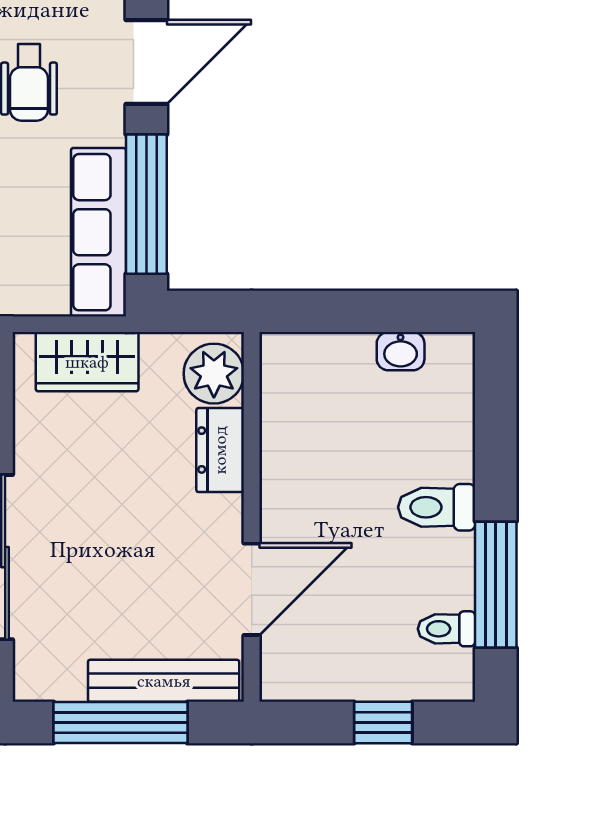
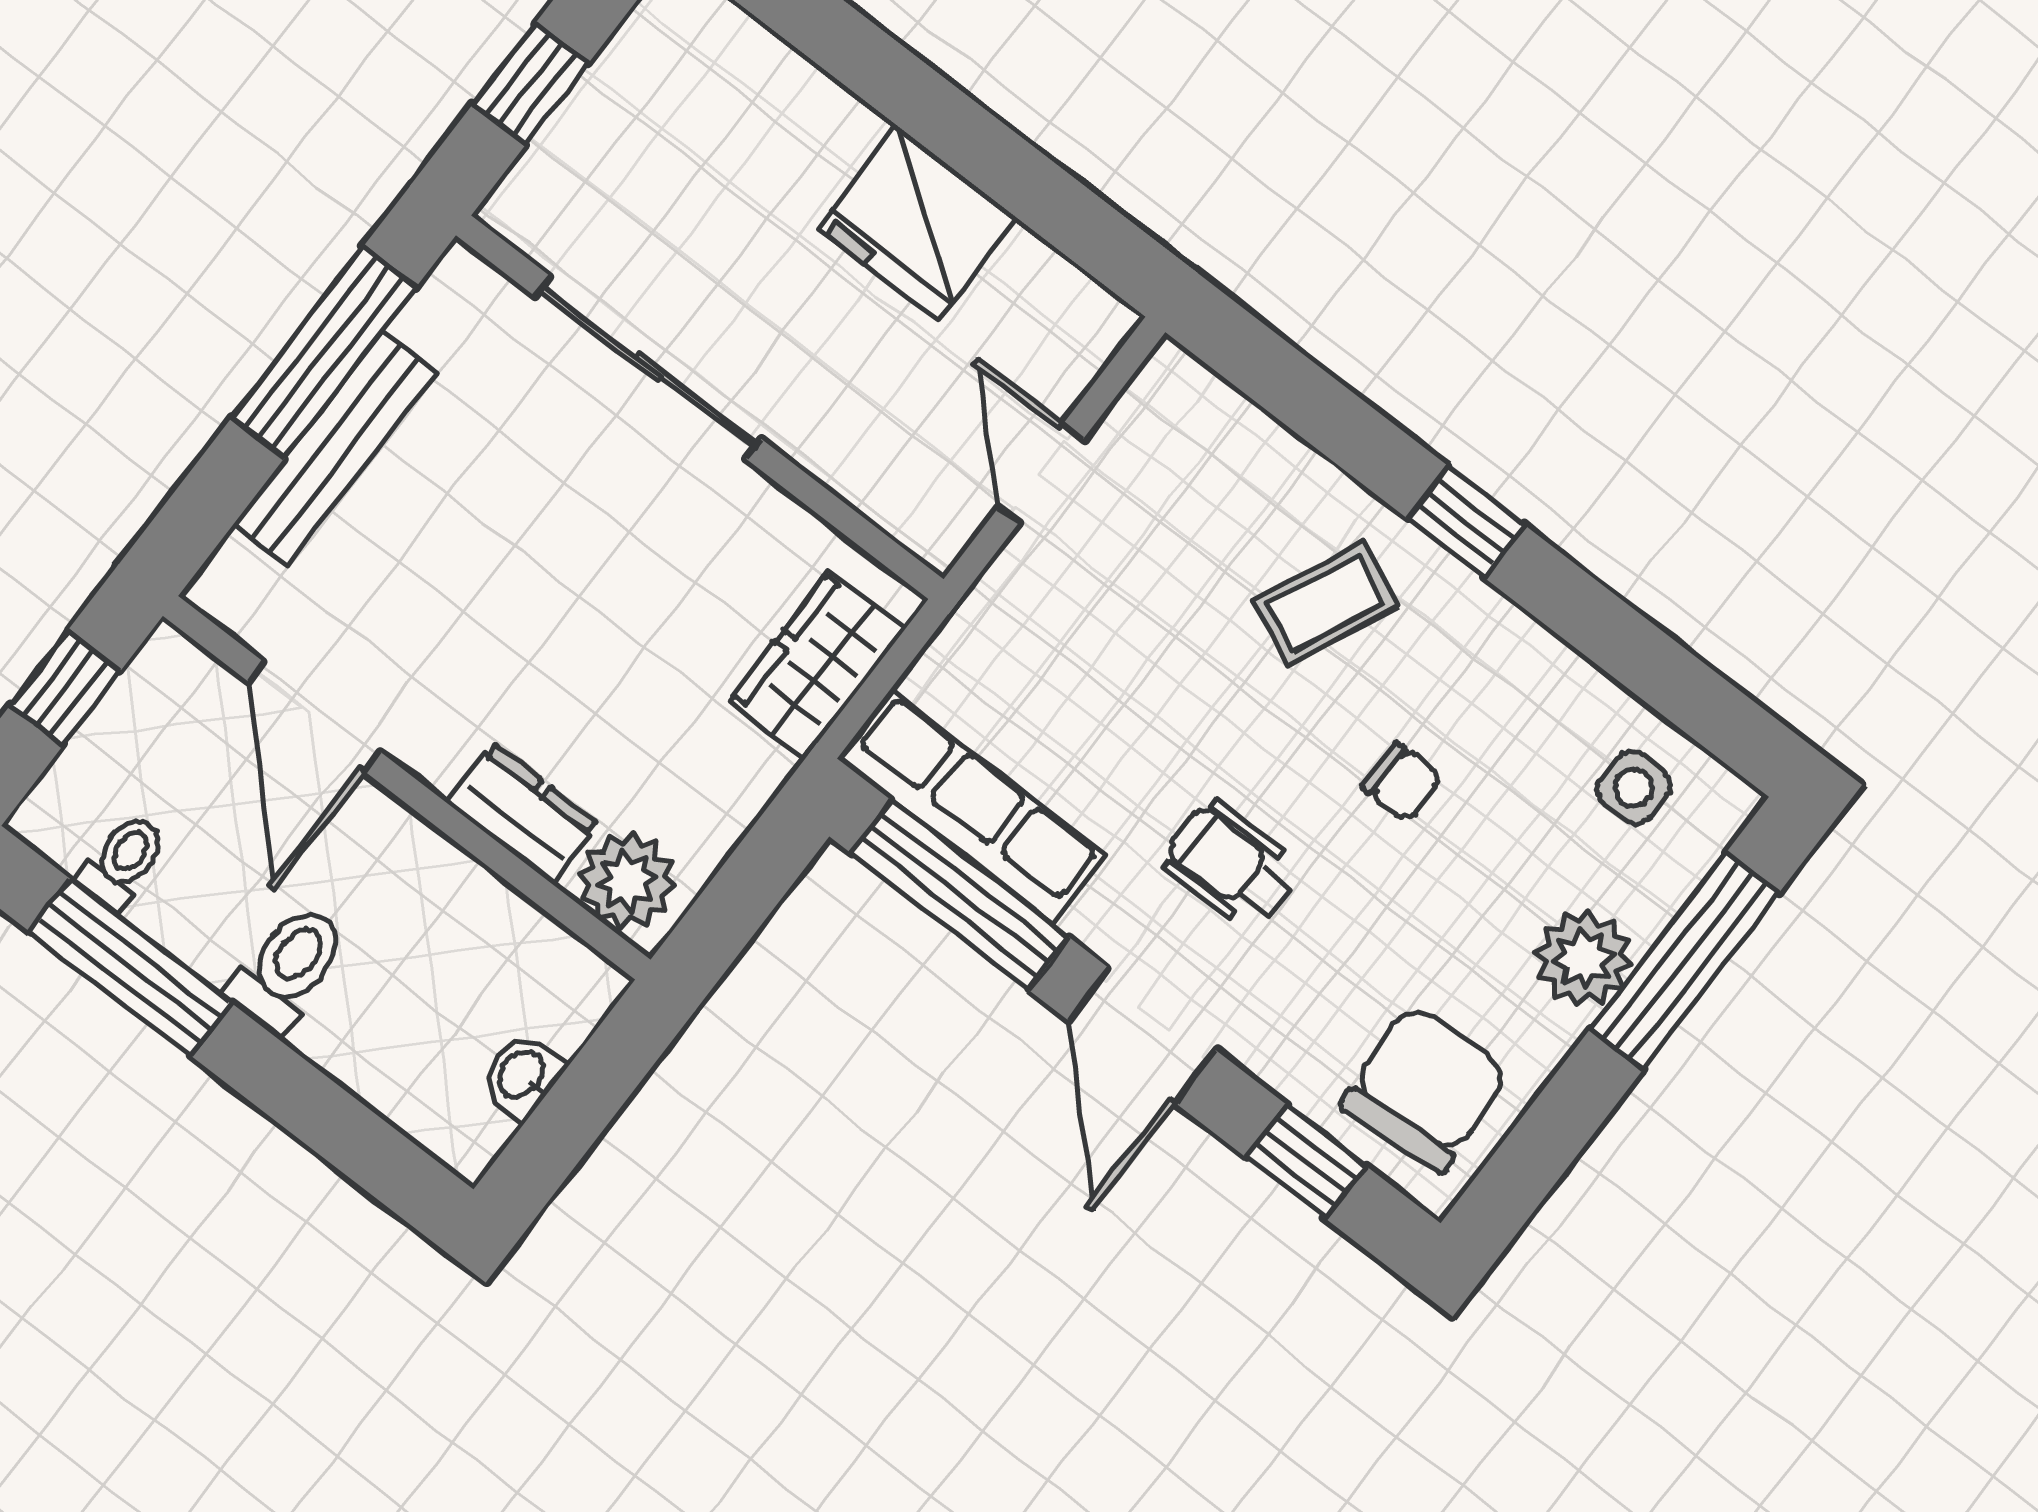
plant: (214, 374) -> (627, 881), moved
dresser: (220, 450) -> (523, 814), moved
wall: (252, 517) -> (407, 788), moved
door: (252, 589) -> (314, 717), moved

